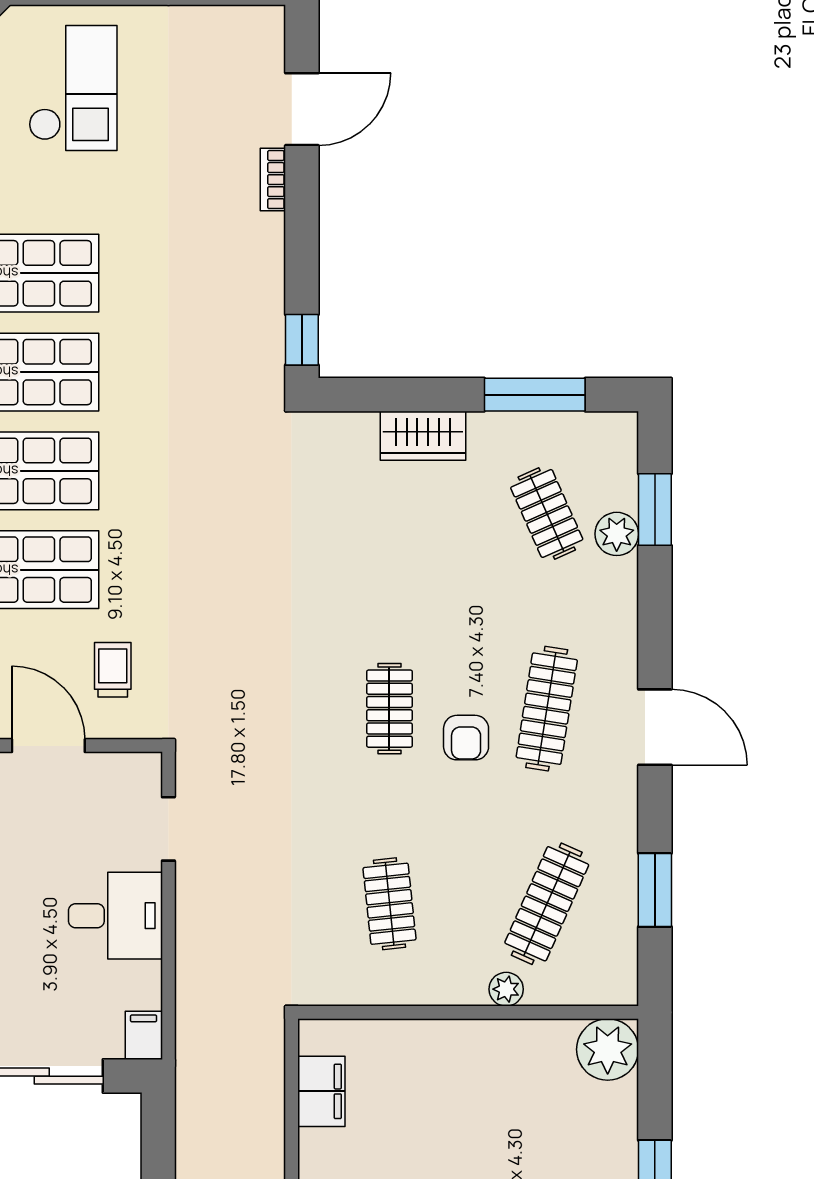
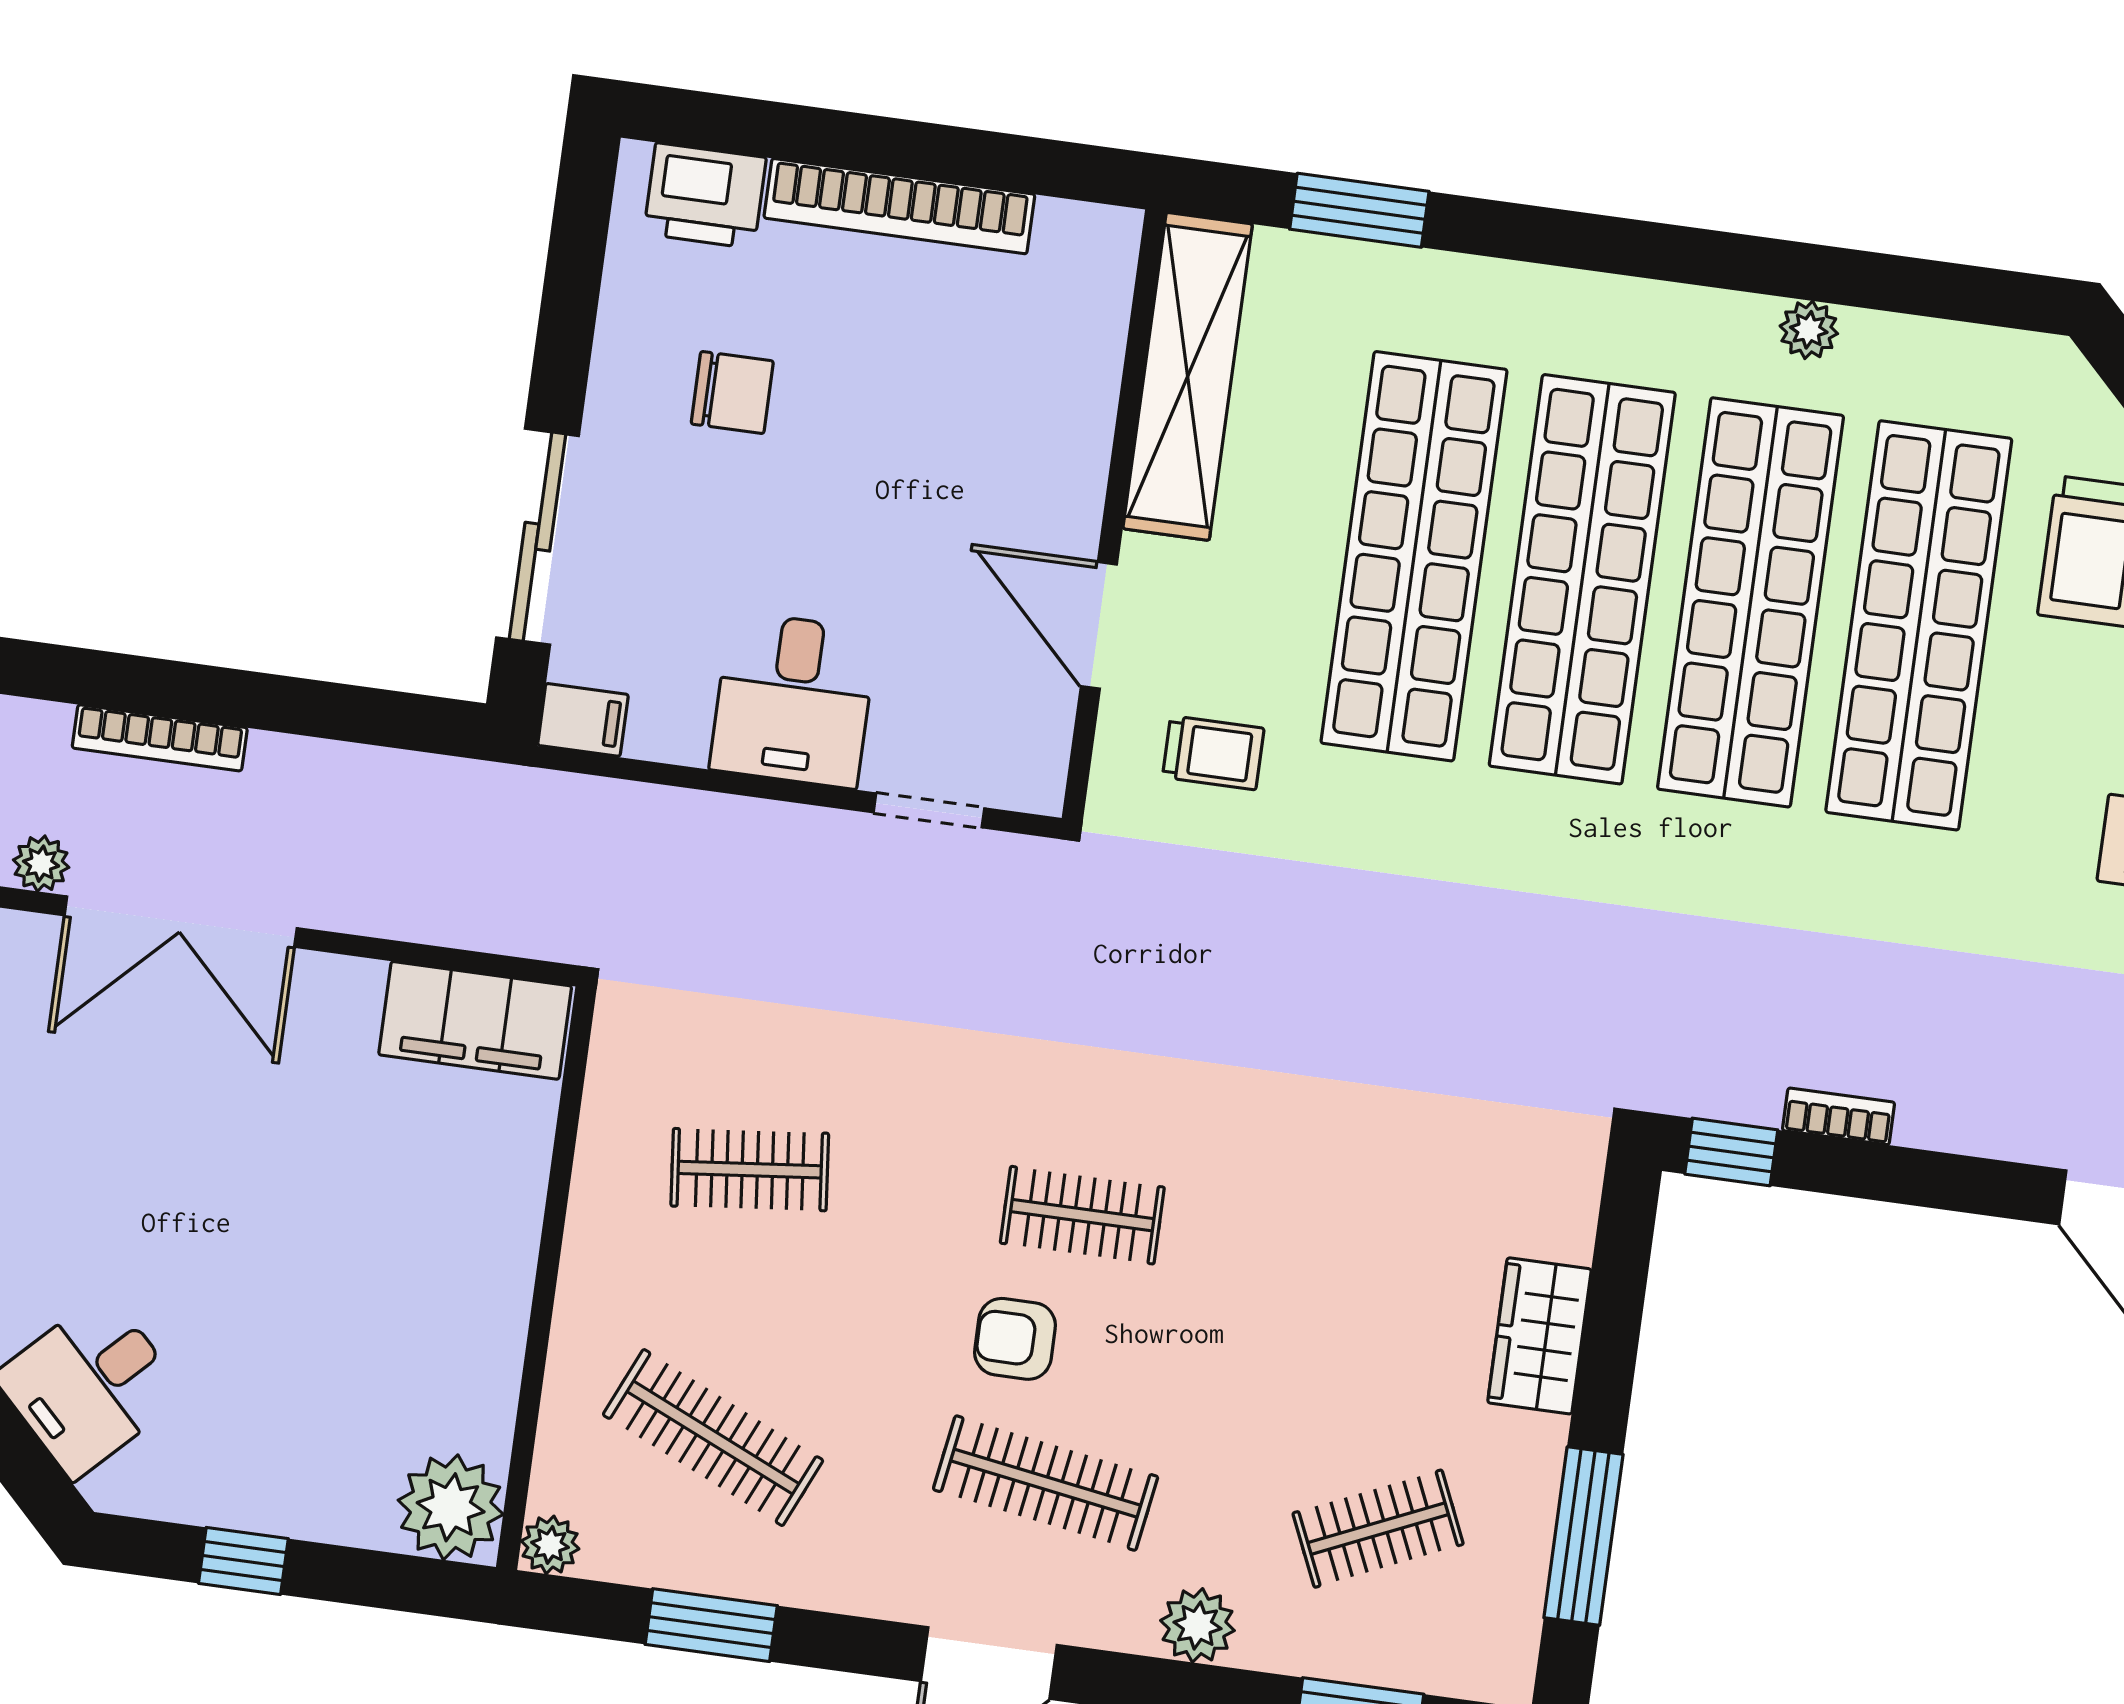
bookcase: (273, 180) -> (1839, 1116), moved
plant: (617, 534) -> (1197, 1625), moved
door: (48, 746) -> (1099, 625), swing flipped
plant: (506, 989) -> (550, 1545), moved
filing cabinet: (321, 1091) -> (475, 1020), width x1.50, depth x1.17

